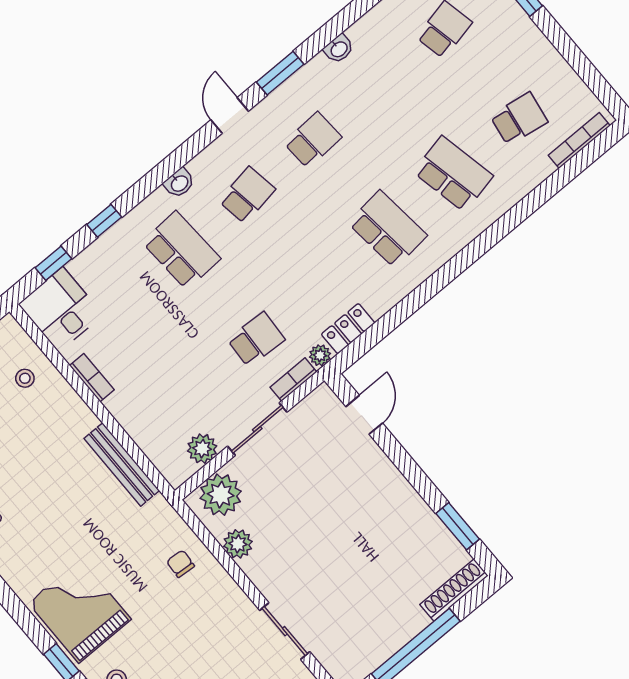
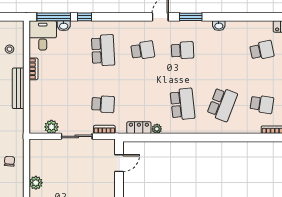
school desk: (453, 174) -> (222, 104), turned 33
washbasin: (179, 183) -> (64, 26), moved
window: (53, 263) -> (54, 17), width x2.17
plant: (320, 355) -> (157, 129), moved
bench: (122, 465) -> (18, 88), moved
plant: (221, 495) -> (44, 149), removed
plant: (238, 544) -> (36, 183), moved

